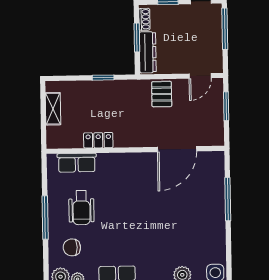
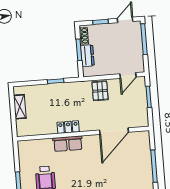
dresser: (148, 52) -> (87, 56), width x0.70
locker: (98, 140) -> (68, 127), moved
row of seats: (77, 163) -> (68, 144), moved

